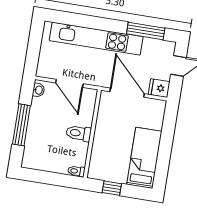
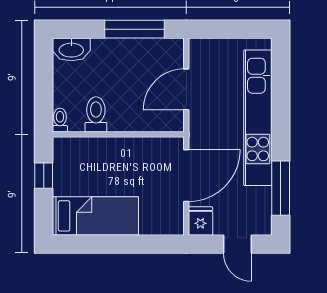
washbasin: (38, 90) -> (71, 49), moved, width x1.91, depth x1.45
window: (21, 125) -> (135, 29), moved
toilet: (79, 133) -> (96, 114), moved

